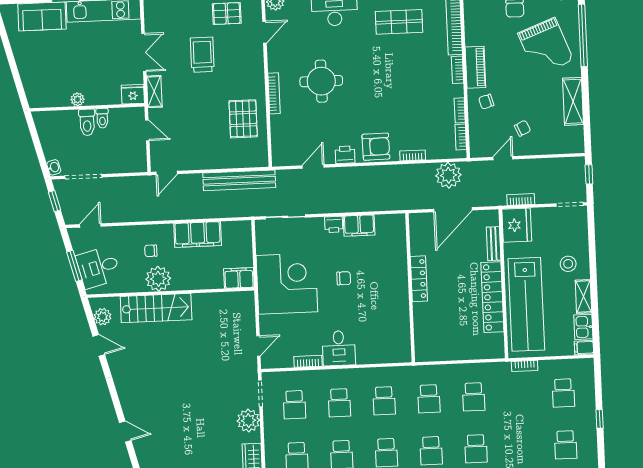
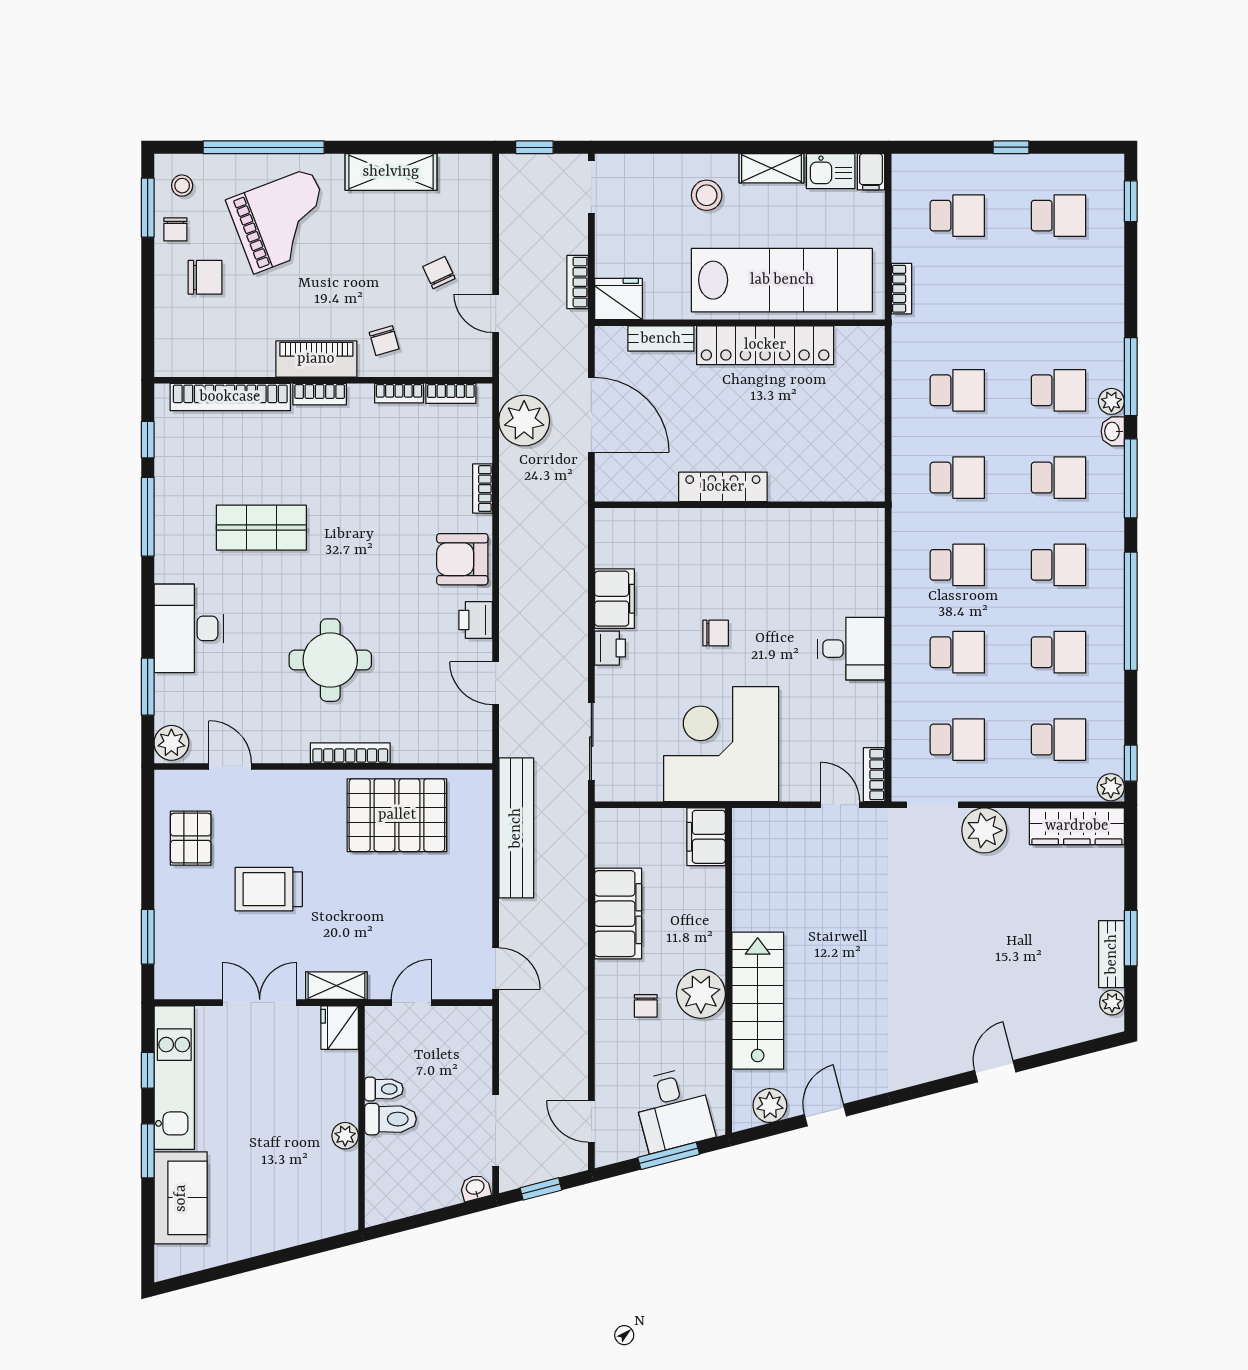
shop shelf: (399, 22) -> (261, 528), moved, turned 90
pallet: (243, 119) -> (397, 815), width x1.37, depth x1.41
armchair: (376, 147) -> (462, 559), turned -89
fridge: (517, 225) -> (618, 299), width x0.73, depth x0.75
chair: (344, 278) -> (716, 633), turned 90
bookcase: (308, 361) -> (874, 775), moved

